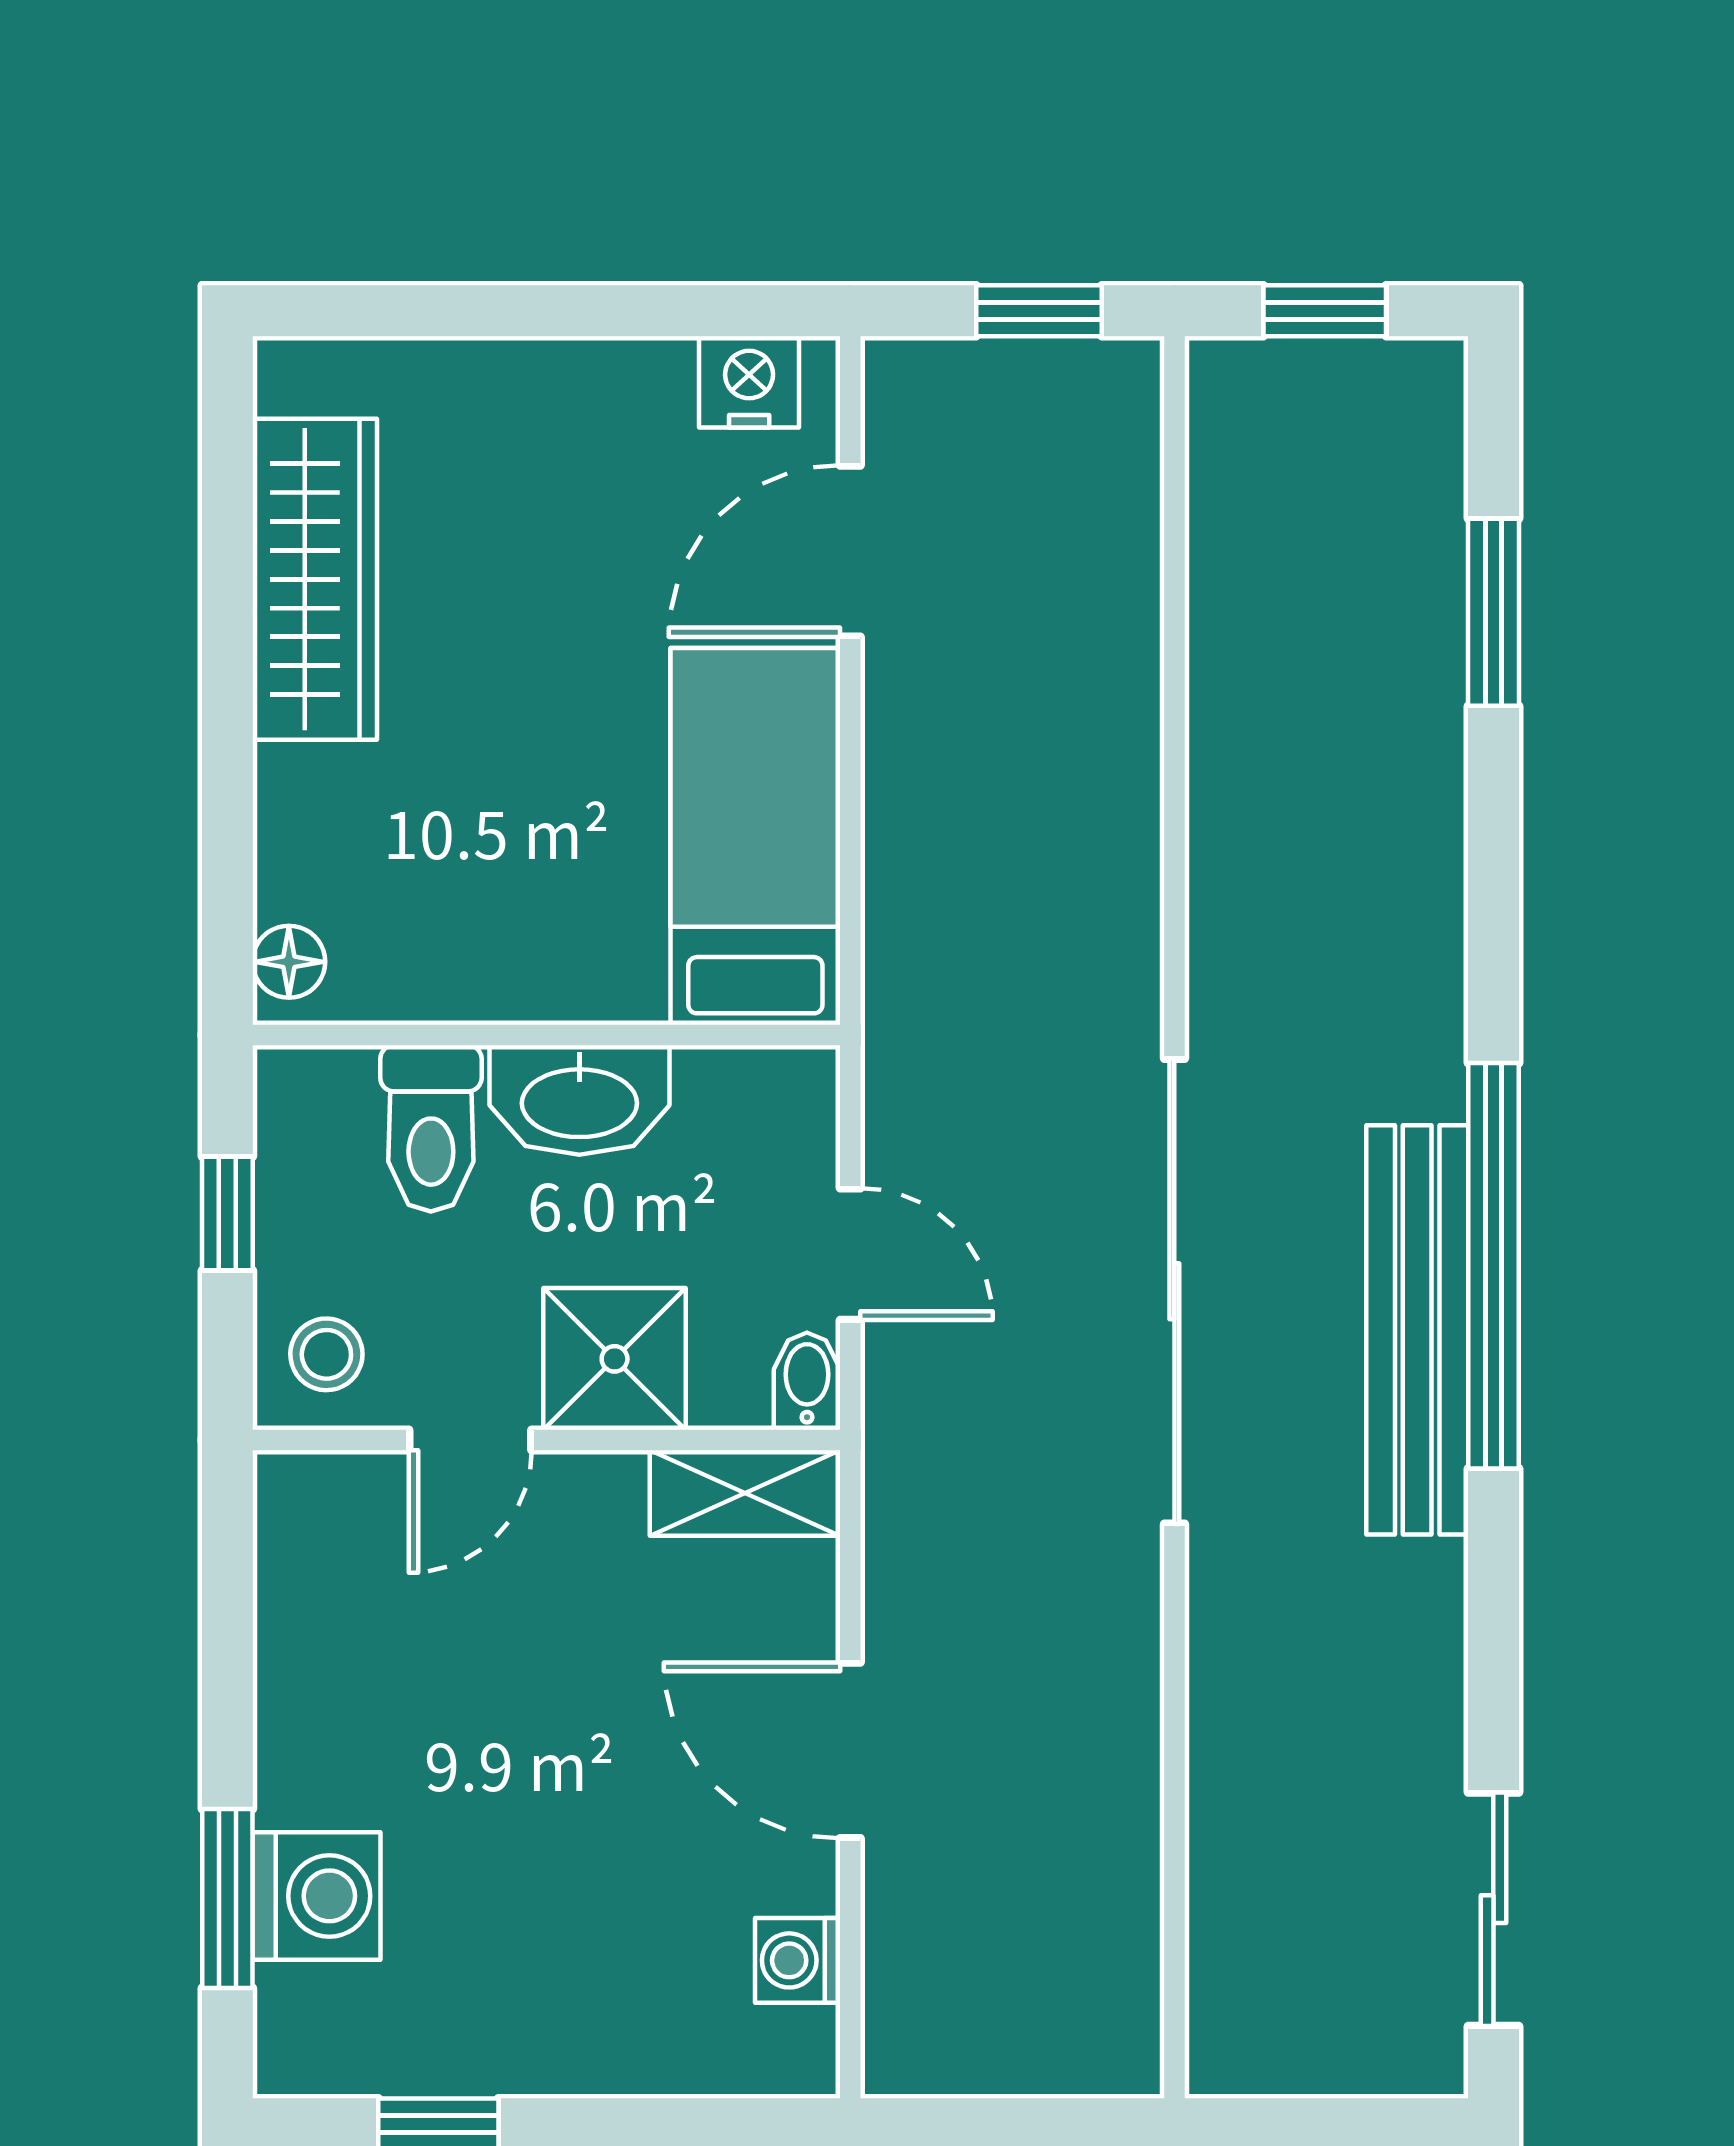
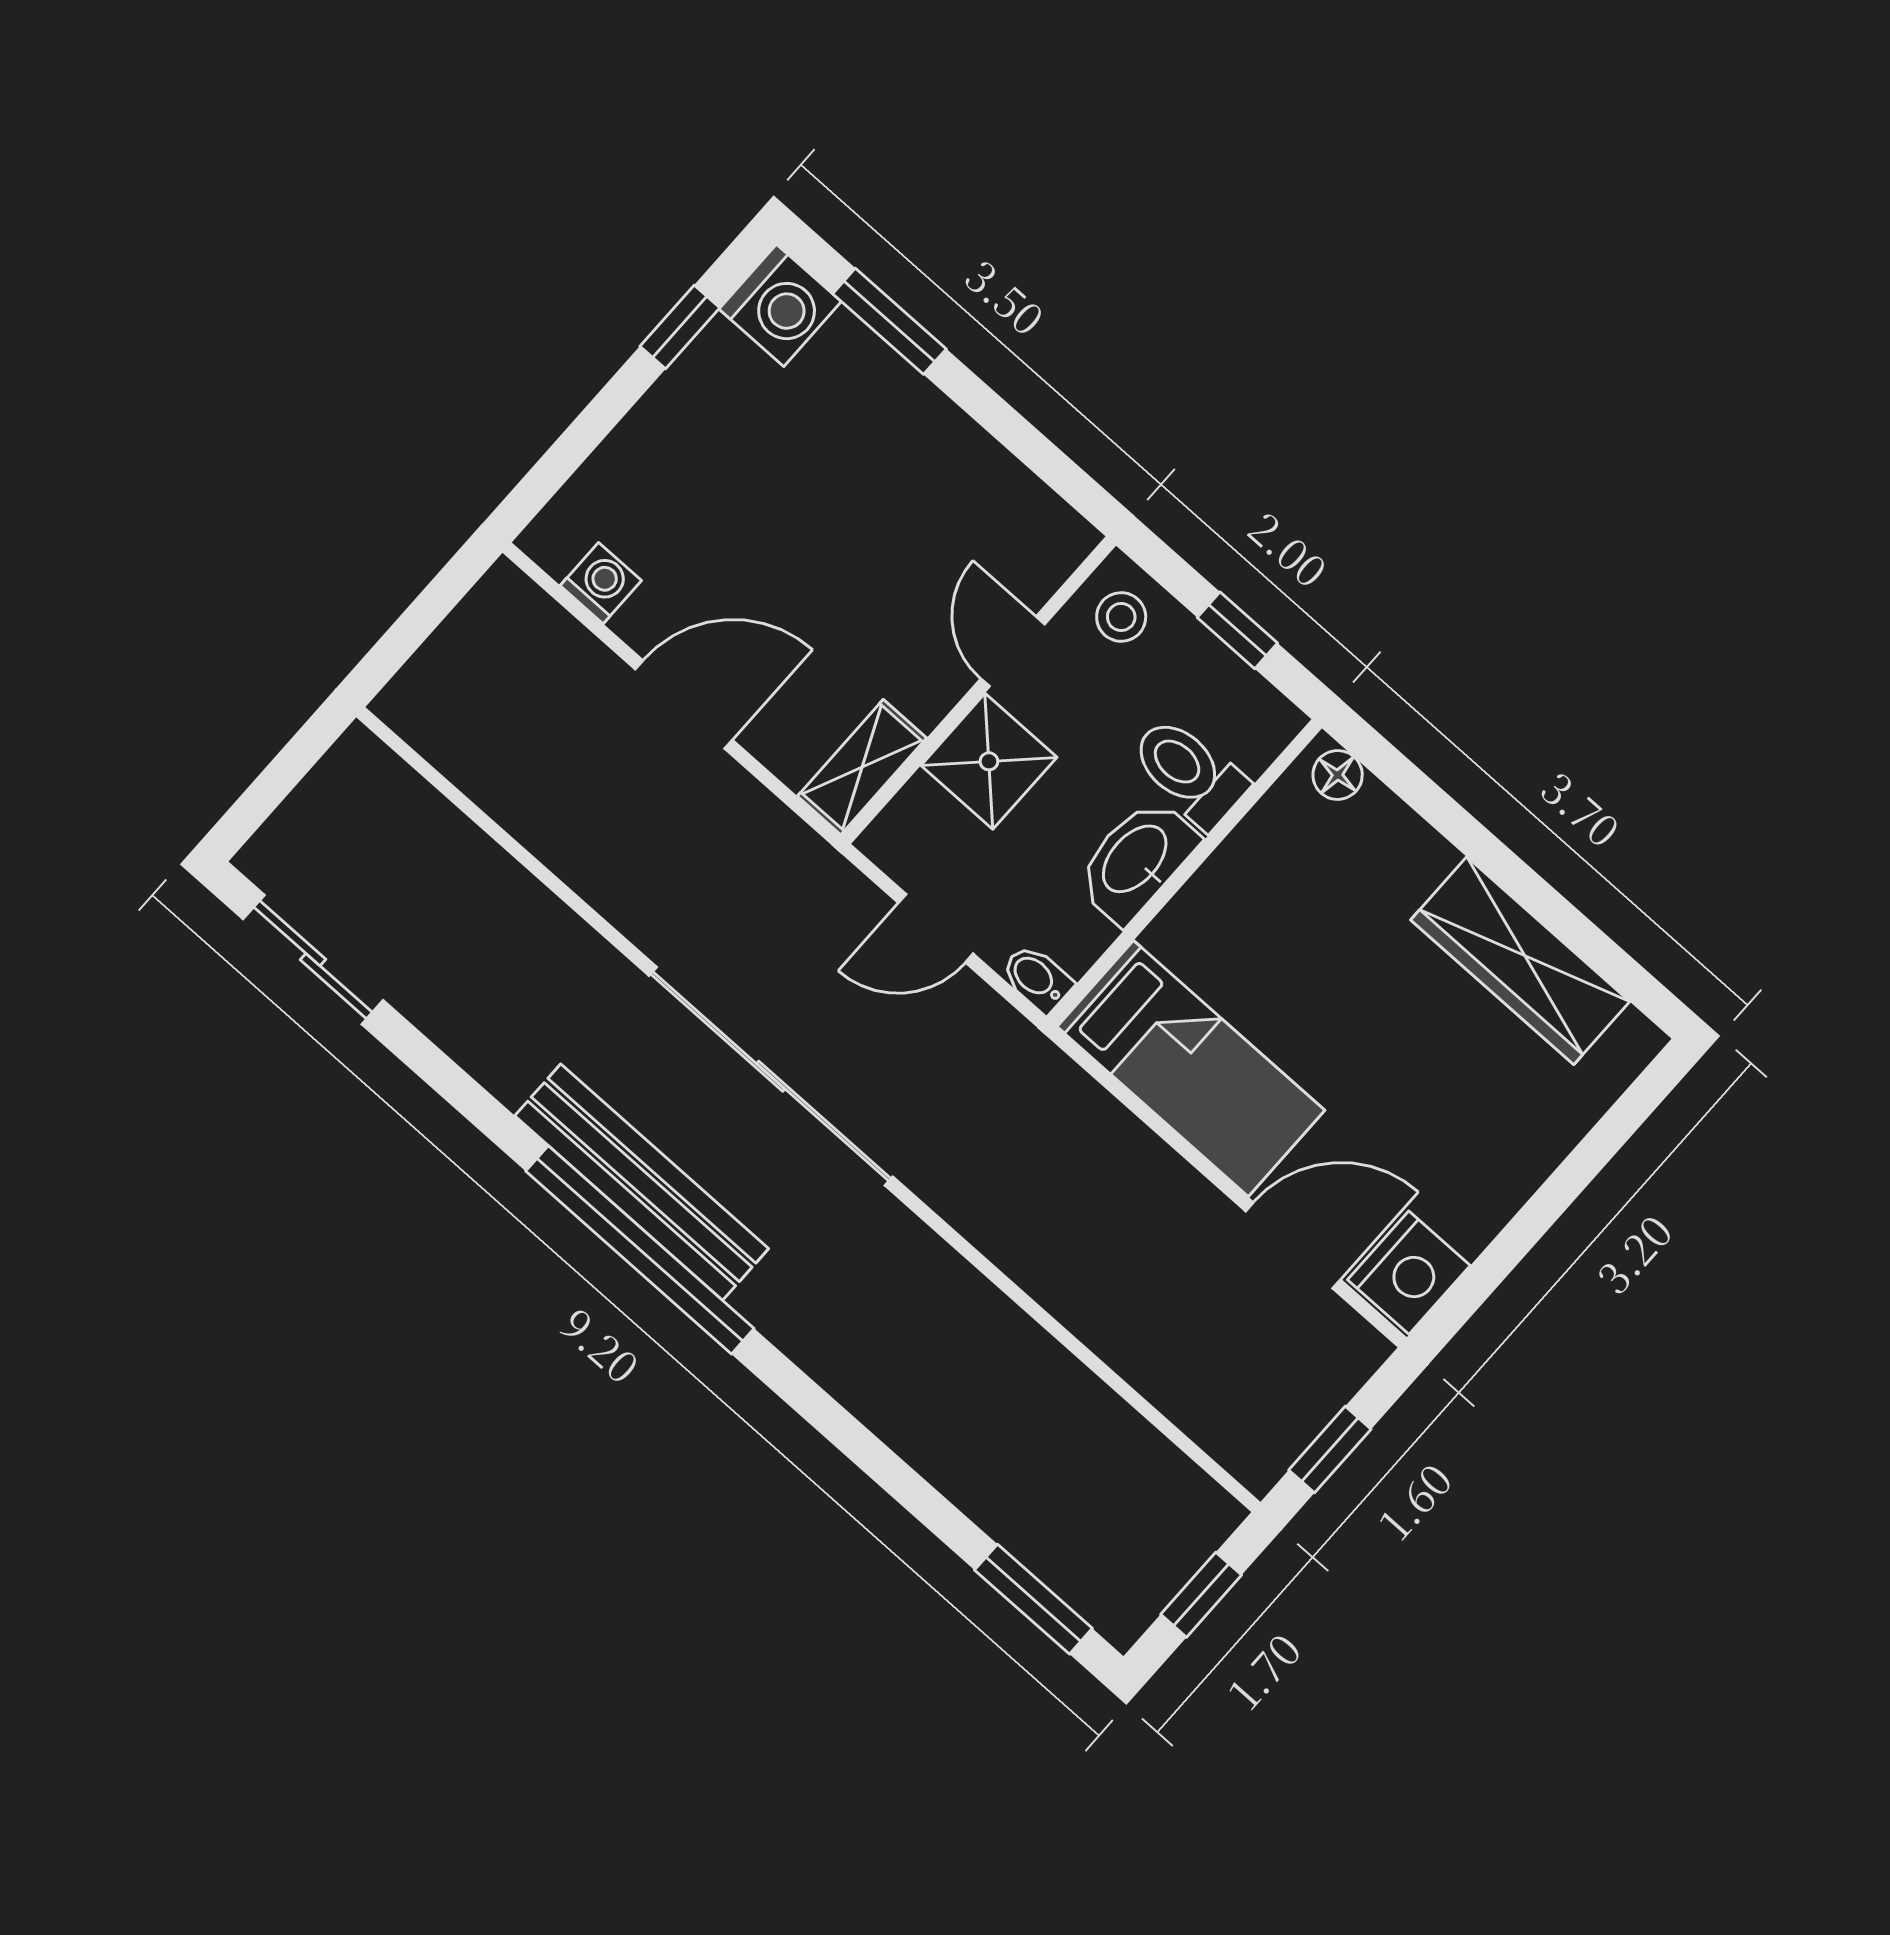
nightstand: (749, 382) -> (1409, 1273), width x1.36, depth x1.33
door: (850, 551) -> (1293, 1245), hinge flipped
window: (1493, 612) -> (1033, 1599), moved
bidet: (807, 1381) -> (1037, 979), moved, turned 180
washing machine: (317, 1896) -> (780, 305), moved, turned -90

